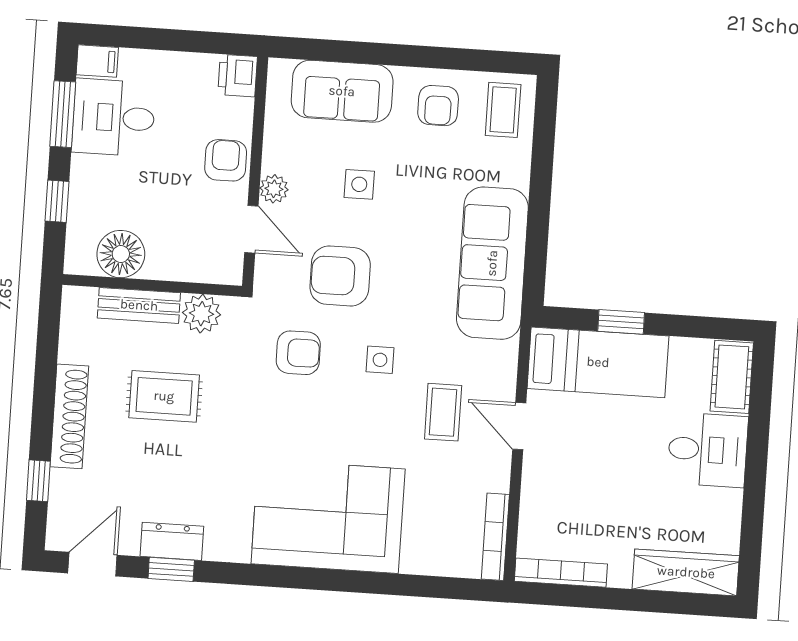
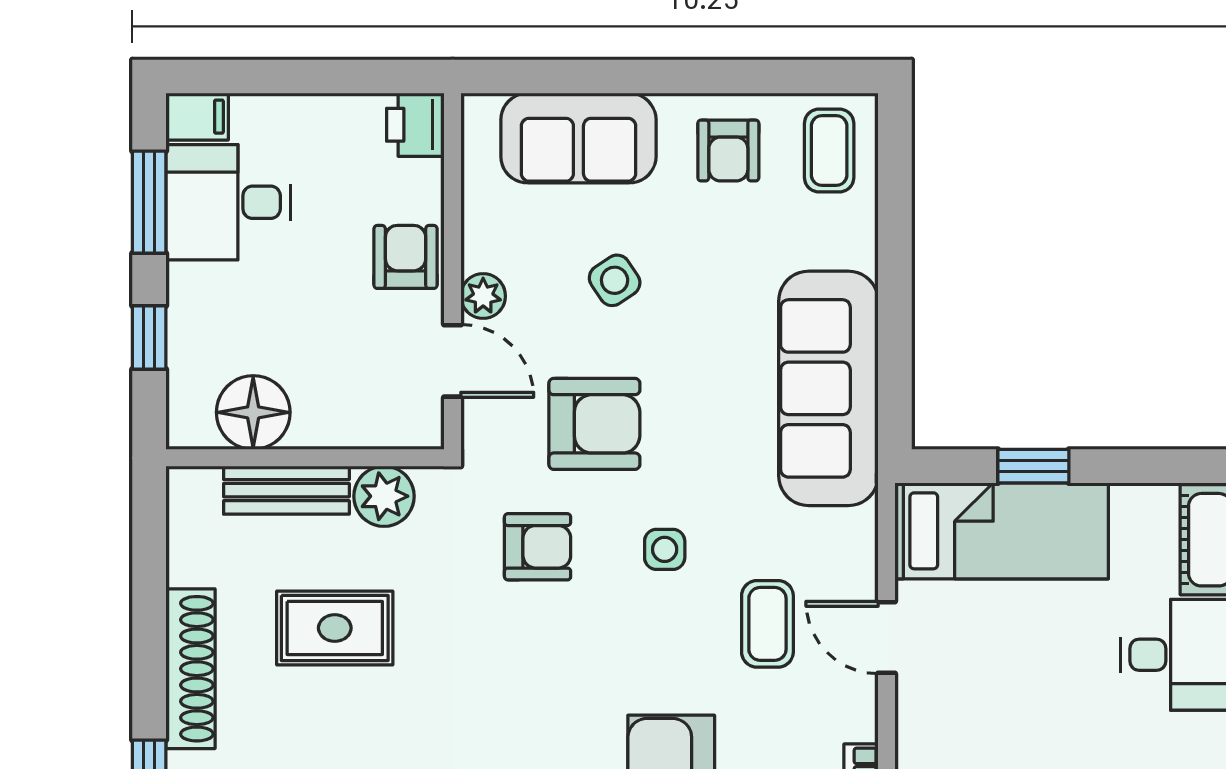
side table: (359, 184) -> (615, 280), turned -34
armchair: (340, 276) -> (594, 424), turned 180

